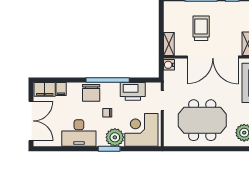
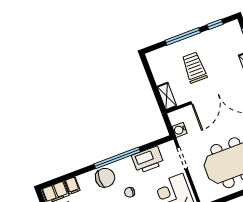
water cooler: (169, 65) -> (180, 130), moved
chair: (91, 93) -> (105, 178), turned -90

